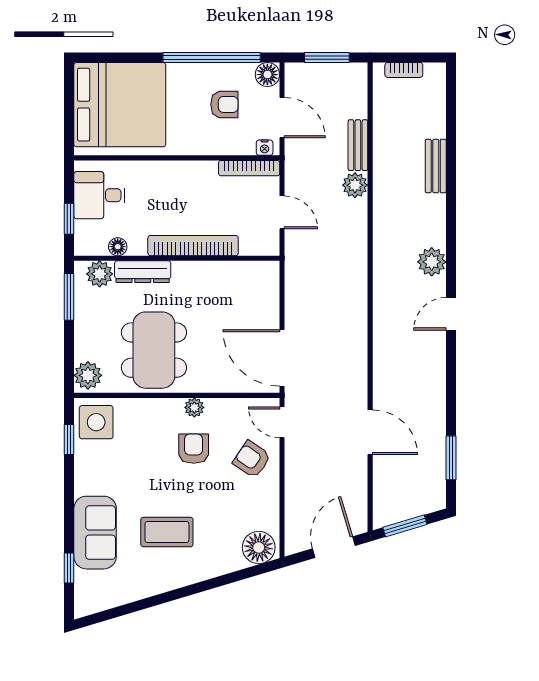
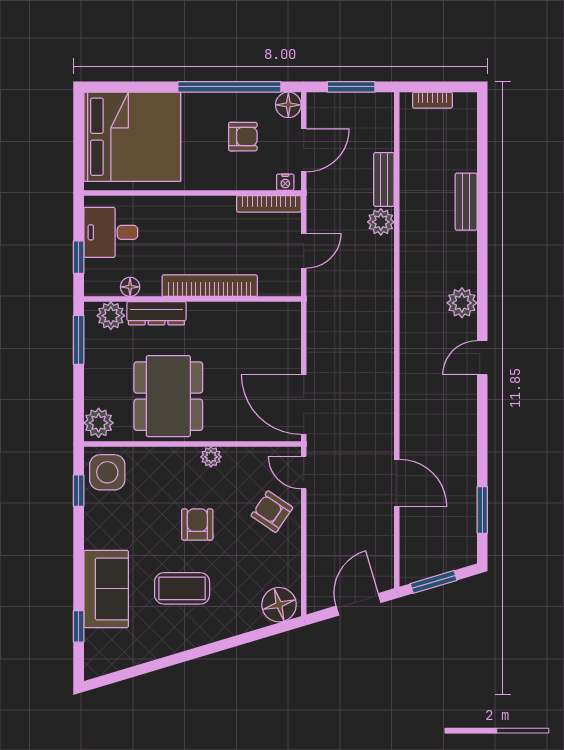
door: (282, 118) -> (304, 150), hinge flipped
door: (282, 212) -> (304, 251), hinge flipped
armchair: (194, 449) -> (197, 524), moved

